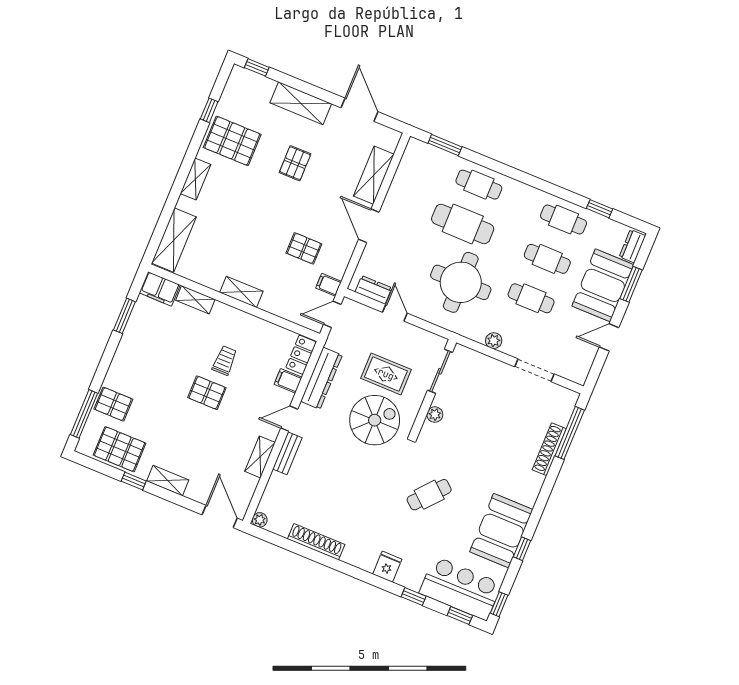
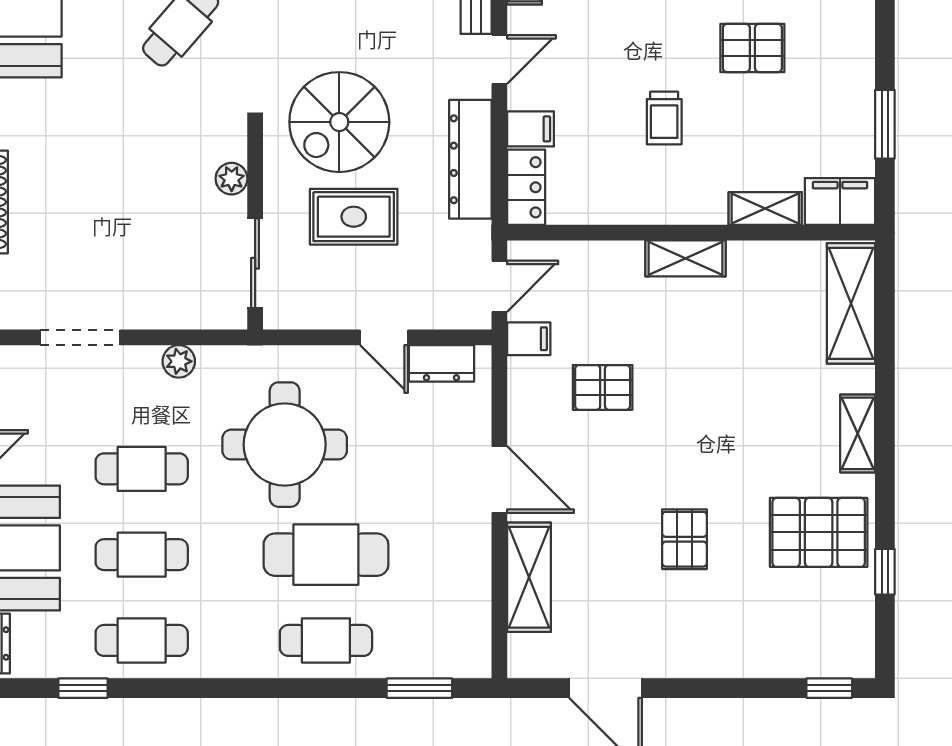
shelving: (301, 103) -> (720, 655), removed
pallet: (207, 393) -> (752, 48), moved

